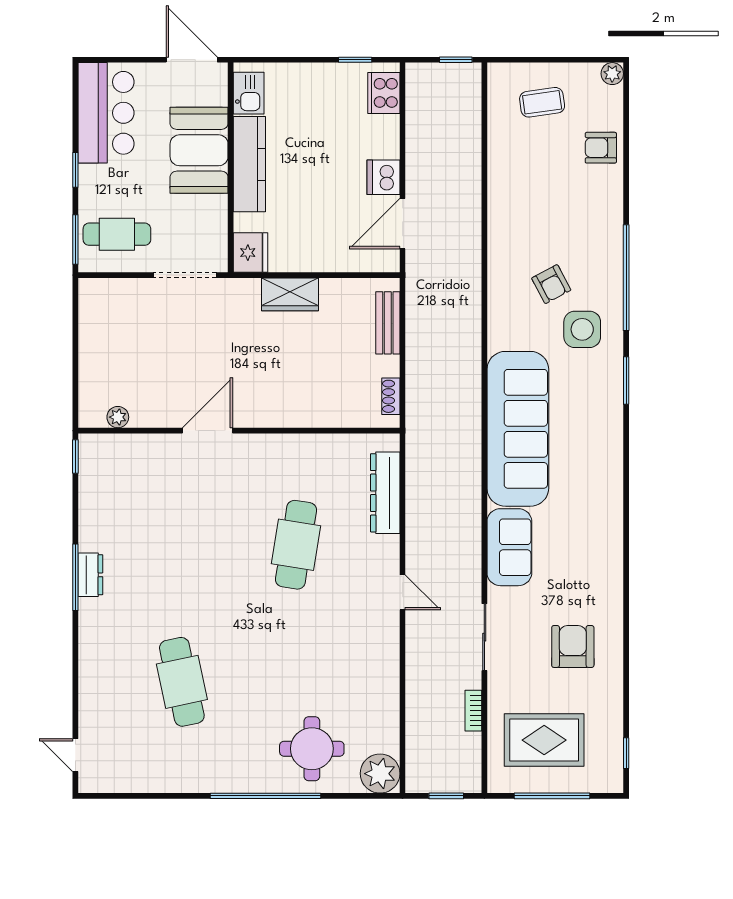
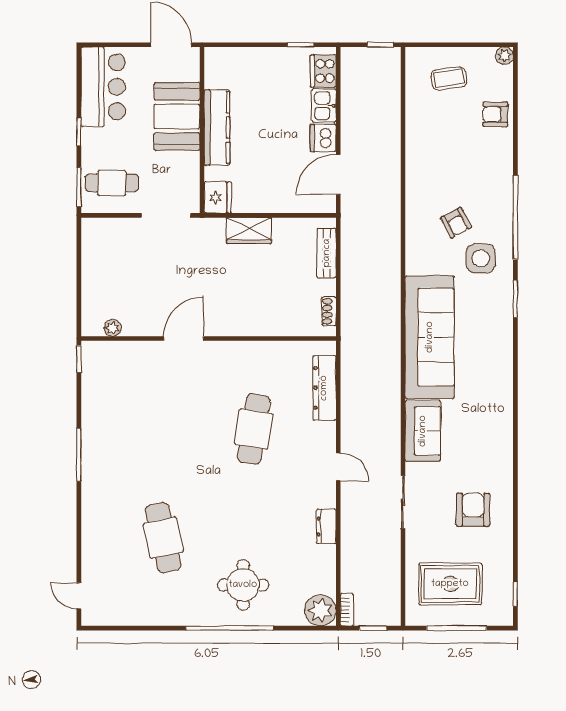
kitchen sink: (249, 93) -> (324, 106), moved, turned 180
dresser: (90, 575) -> (326, 526), moved, turned 180
bookcase: (473, 711) -> (347, 610), moved, turned 180
round table: (312, 749) -> (243, 585), moved

